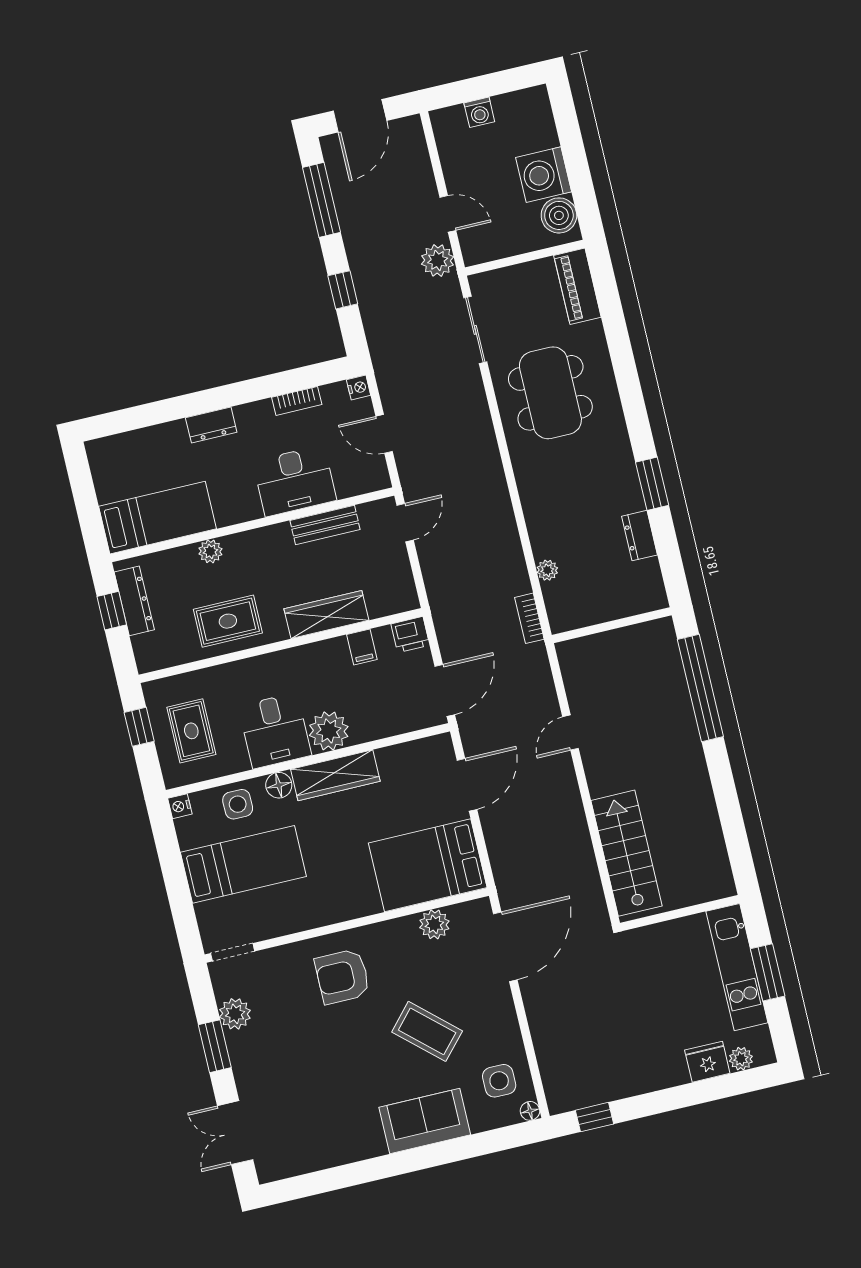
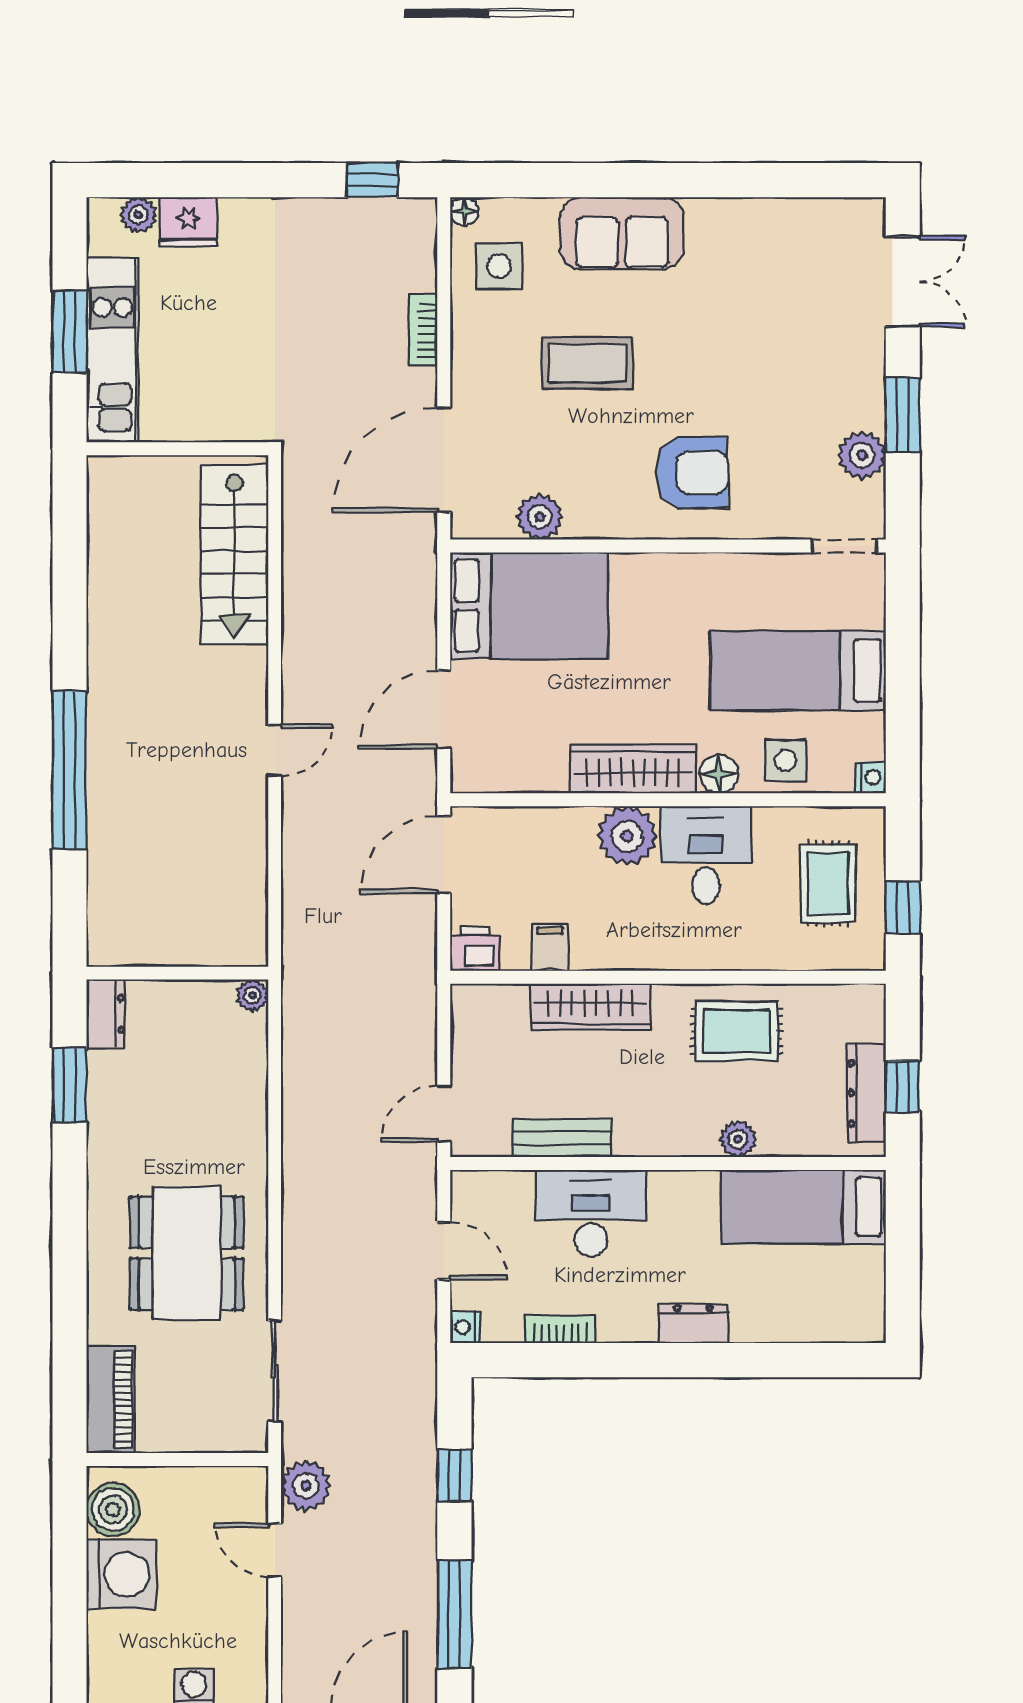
bookcase: (529, 618) -> (423, 330), moved, turned 180
wall: (612, 625) -> (177, 973), moved
coffee table: (427, 1031) -> (587, 363), turned -42

